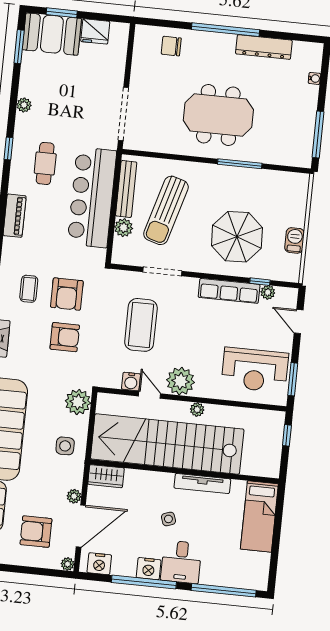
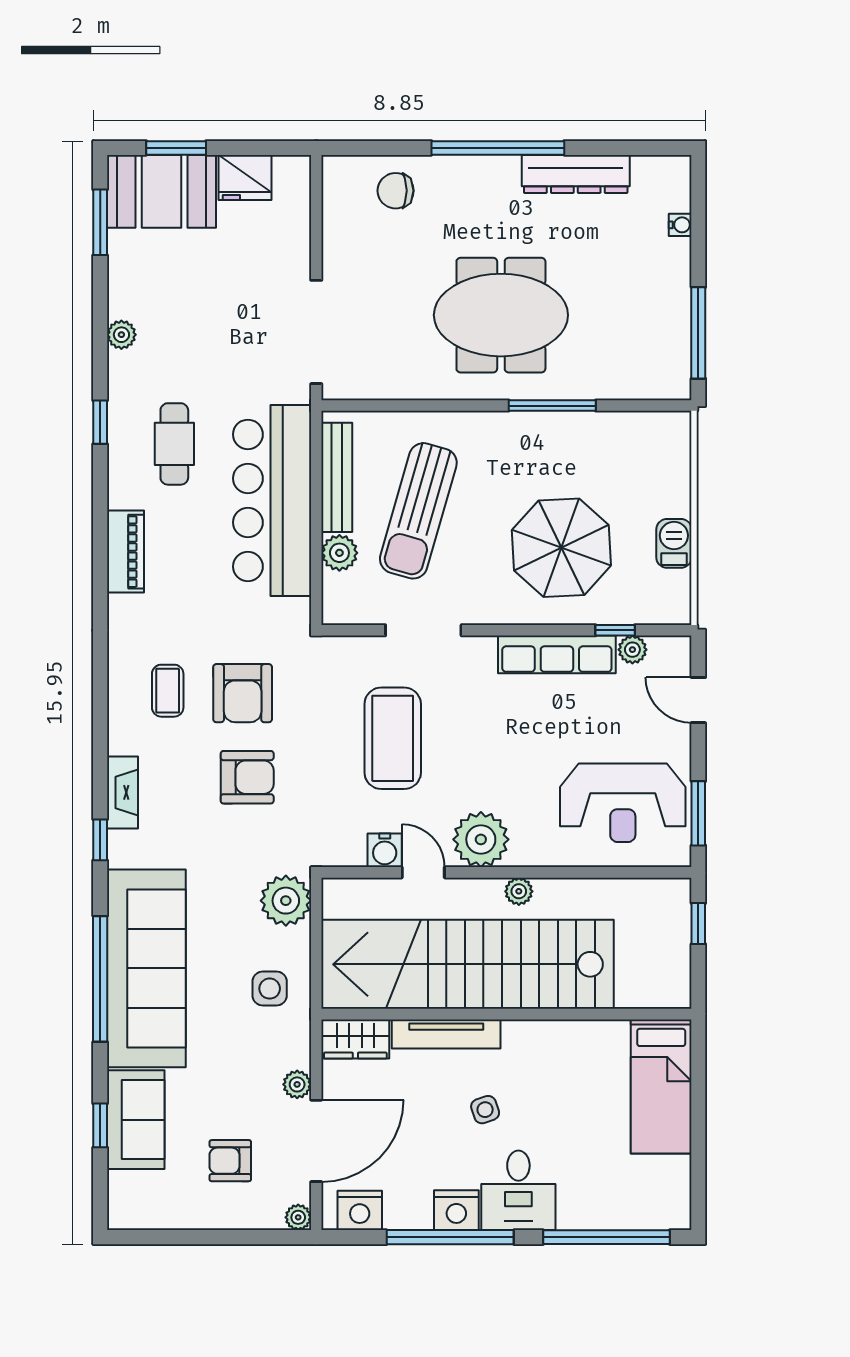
tv unit: (202, 484) -> (446, 1034), moved
armchair: (36, 532) -> (230, 1161), width x0.72, depth x0.72

